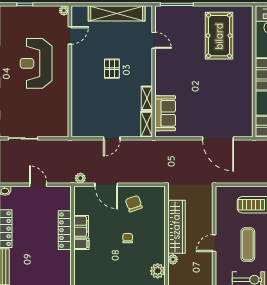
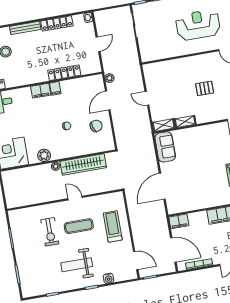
sofa: (165, 113) -> (165, 147), moved, turned -90
filing cabinet: (81, 226) -> (41, 91), moved

